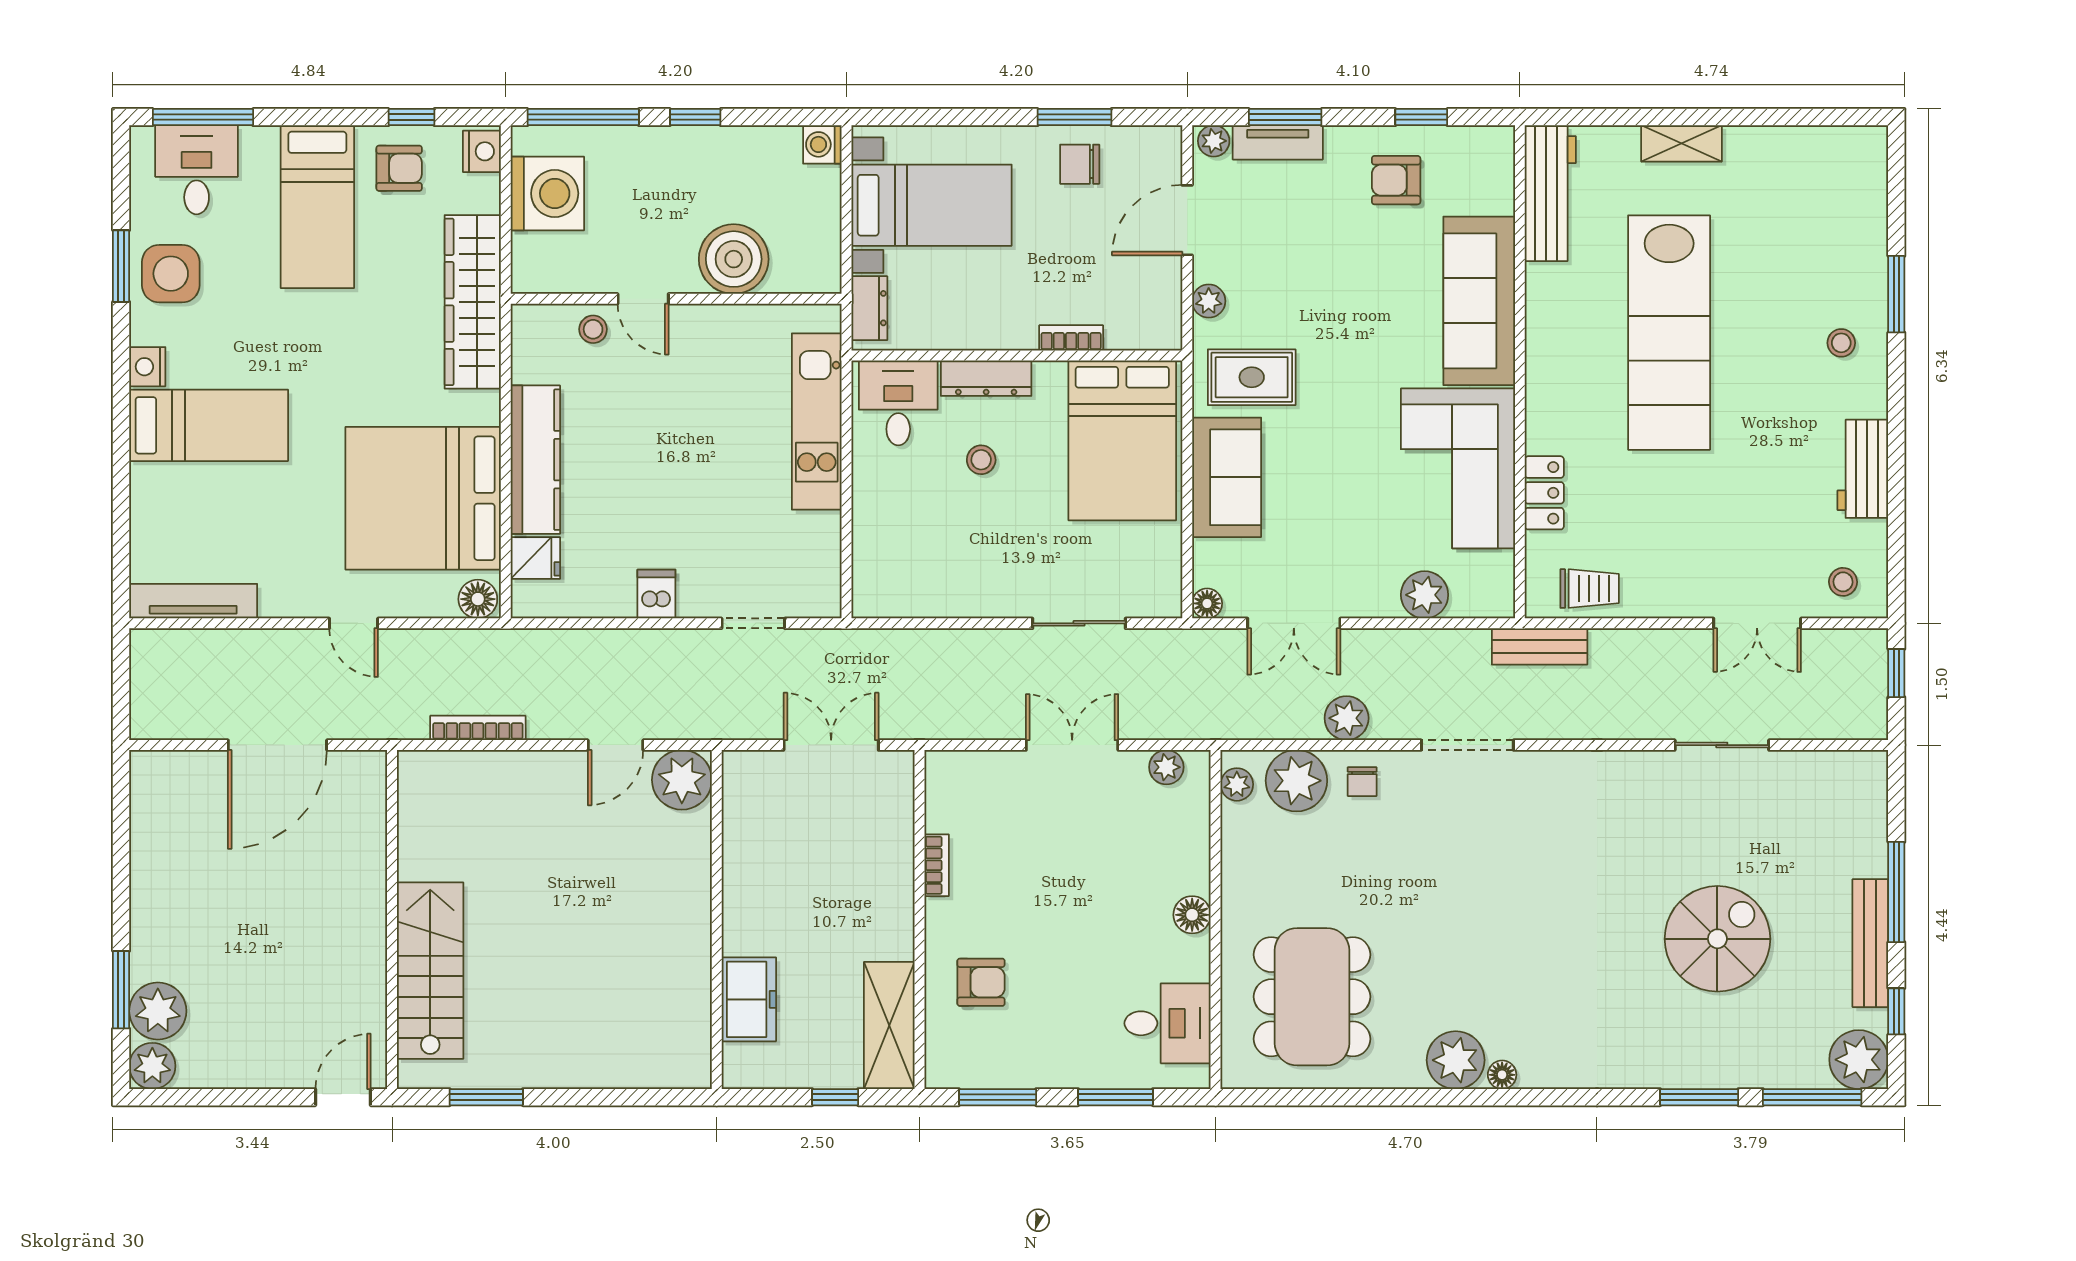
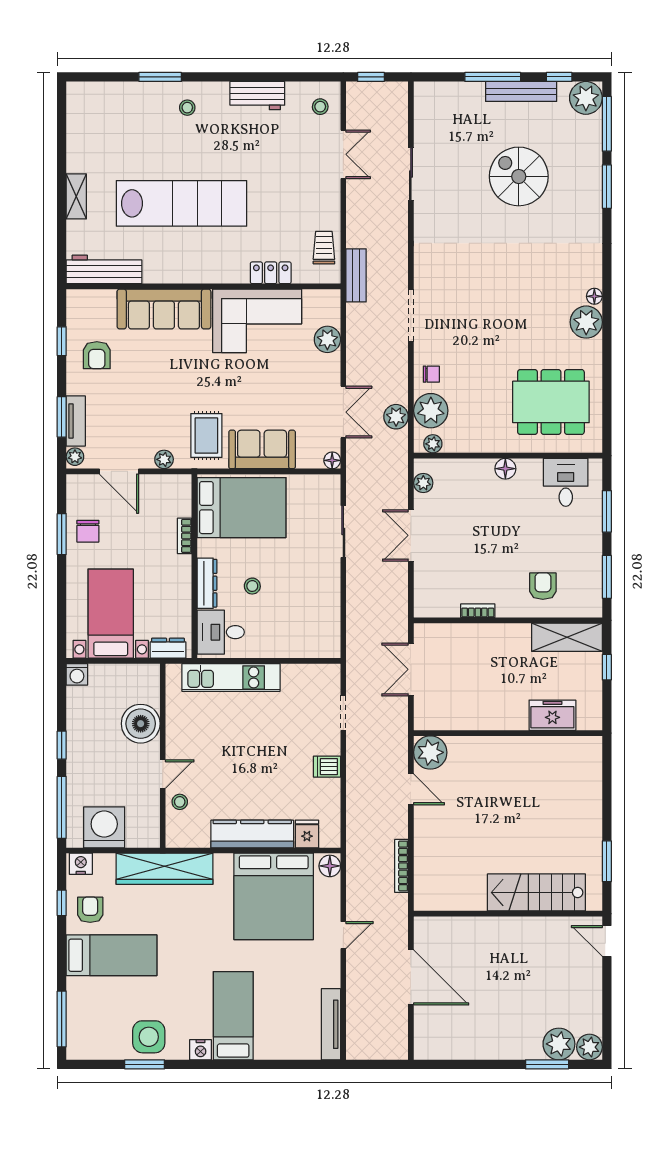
desk: (197, 170) -> (91, 1022), removed
plant: (1347, 718) -> (396, 417), moved

